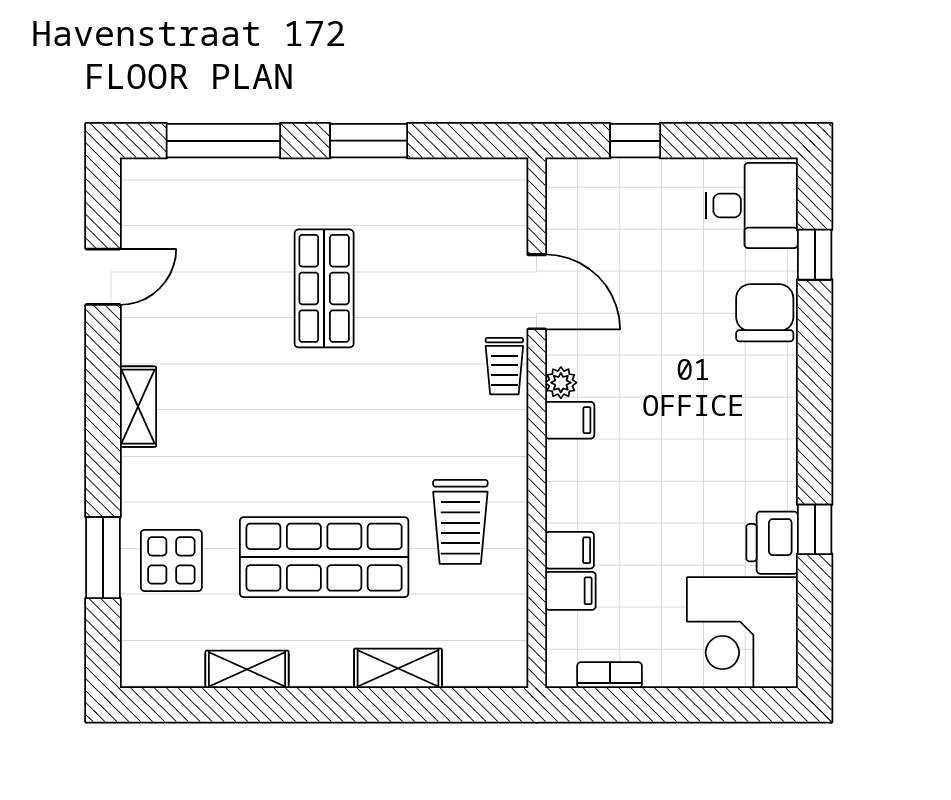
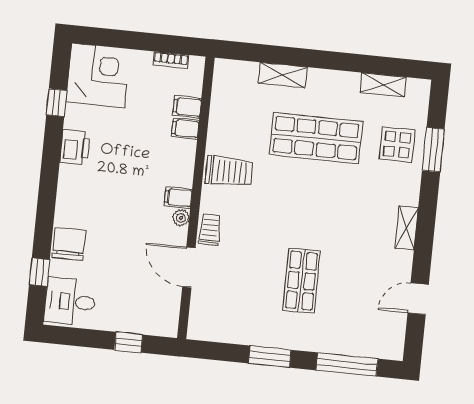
chair: (765, 313) -> (69, 244), turned 180
trolley: (460, 522) -> (229, 171), moved, turned 90
window: (815, 529) -> (57, 103), moved
printer: (772, 543) -> (75, 147), moved
shelving: (247, 669) -> (383, 85), moved

